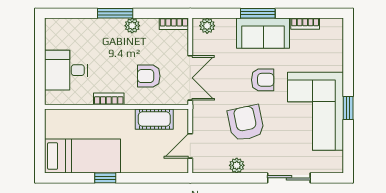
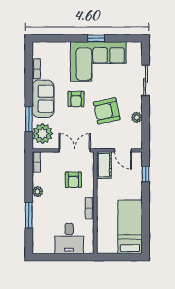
window: (115, 13) -> (29, 215), moved
window: (258, 13) -> (29, 119), moved
plant: (207, 26) -> (42, 134), width x1.88, depth x1.88
armchair: (263, 80) -> (76, 99), turned 180
cot: (154, 119) -> (104, 165), moved
window: (105, 178) -> (146, 174), moved

